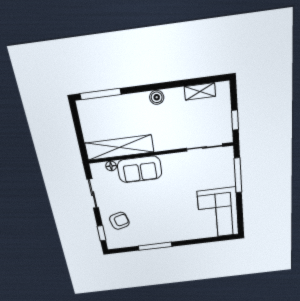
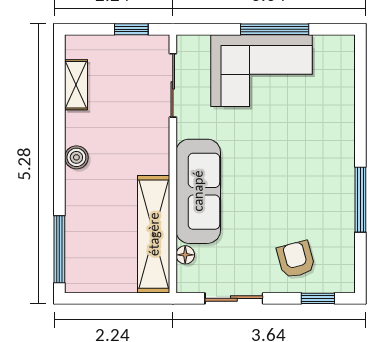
sofa: (140, 169) -> (198, 191), width x1.36
window: (238, 175) -> (275, 29), moved
corner sofa: (218, 213) -> (262, 71), moved

